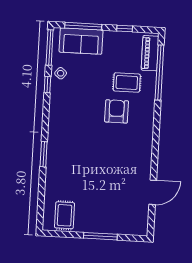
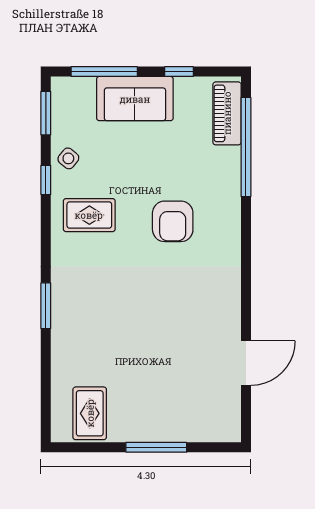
sofa: (81, 41) -> (135, 99), moved
window: (50, 47) -> (46, 113), width x0.69
rug: (127, 82) -> (89, 215), moved
armchair: (117, 111) -> (173, 221), turned 180

